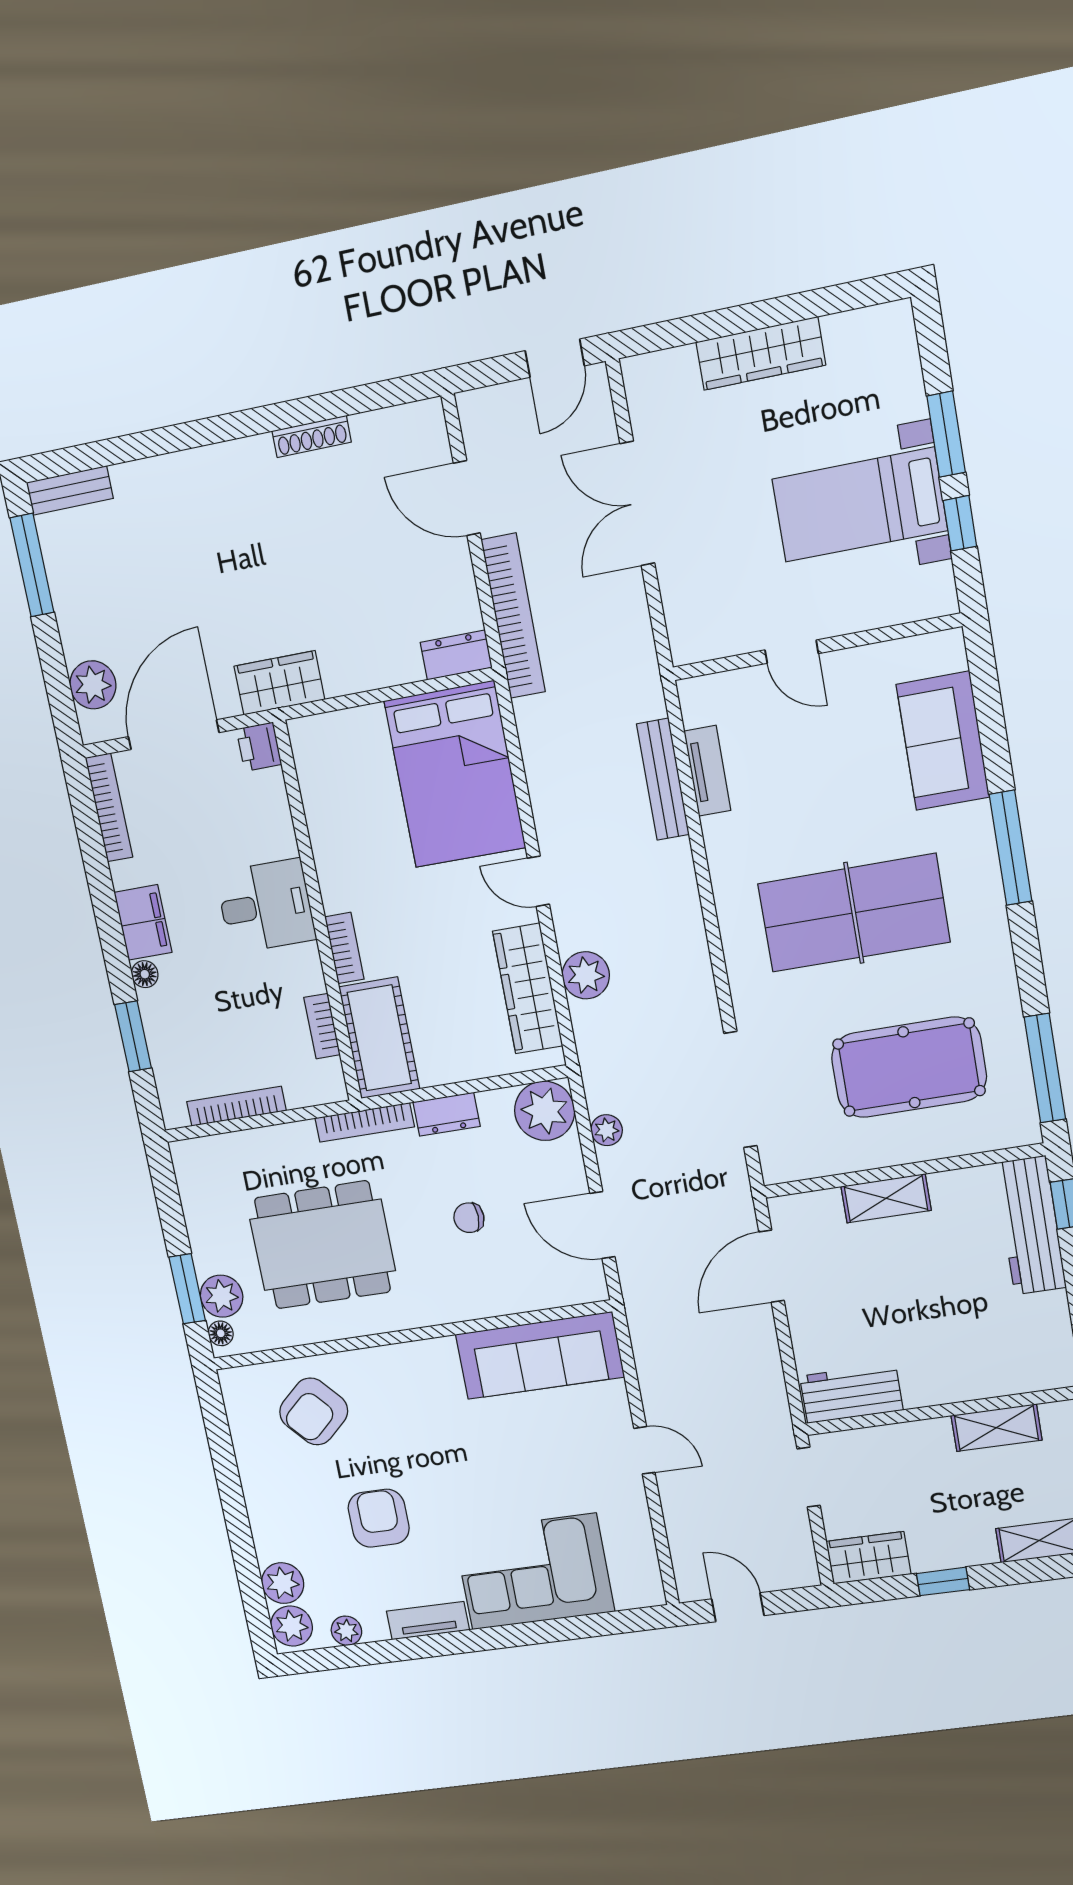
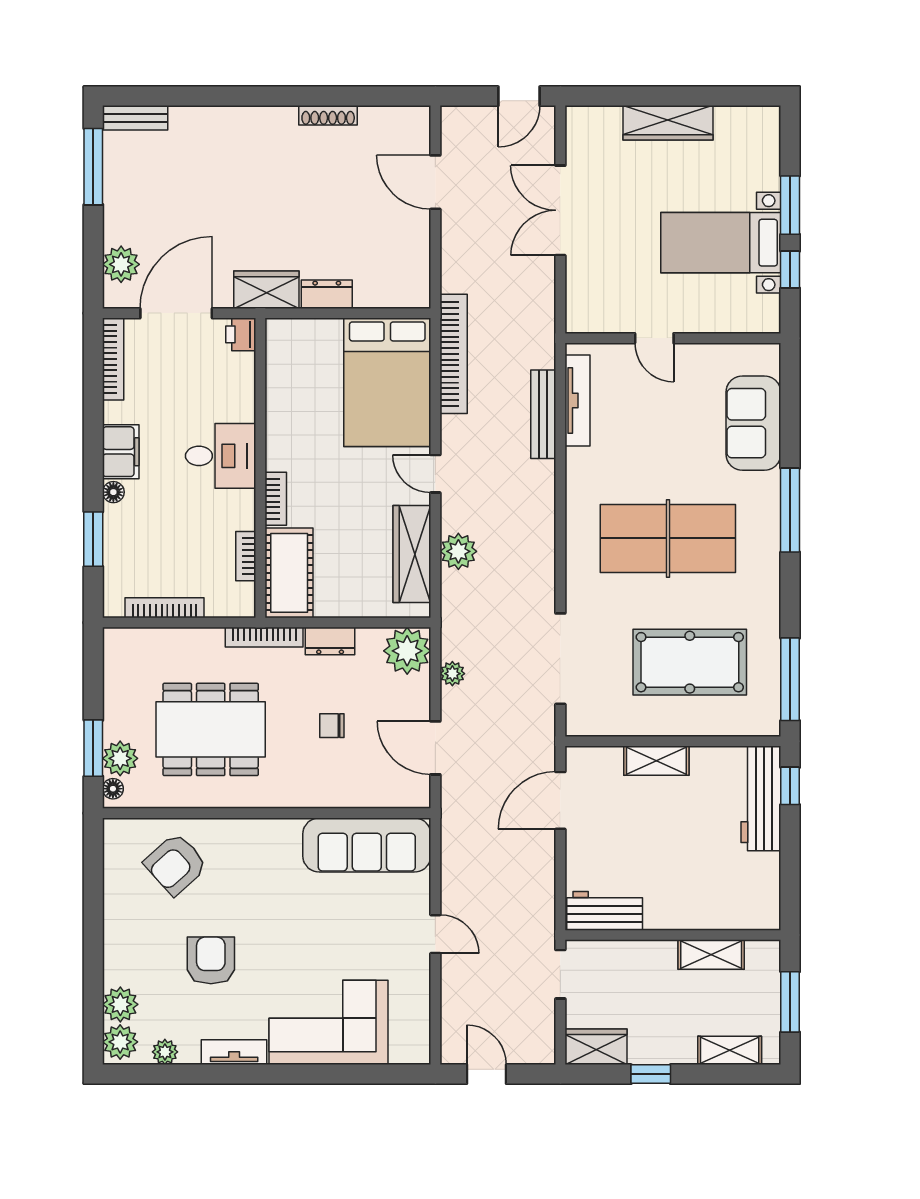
bookcase: (513, 616) -> (454, 354), moved
dresser: (456, 655) -> (327, 294), moved
tv unit: (707, 771) -> (577, 401), width x1.41

